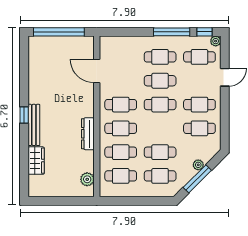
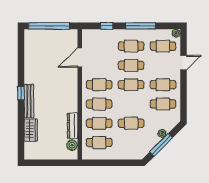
window: (205, 32) -> (107, 26), moved
door: (97, 71) -> (80, 57), hinge flipped
dresser: (88, 134) -> (73, 126), moved
cafe table: (160, 176) -> (131, 142), removed

